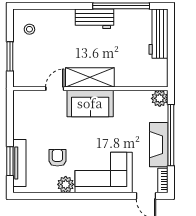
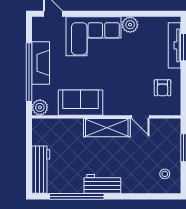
door: (55, 89) -> (140, 117), hinge flipped
sofa: (90, 103) -> (80, 103), moved
armchair: (57, 158) -> (162, 88), moved
bookcase: (163, 180) -> (37, 29), removed

